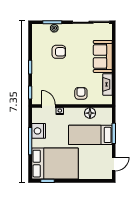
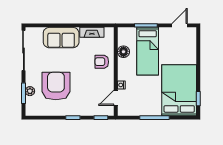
armchair: (59, 52) -> (56, 86), width x1.88, depth x1.88
nightstand: (39, 131) -> (143, 108), removed
door: (114, 164) -> (180, 25), hinge flipped

